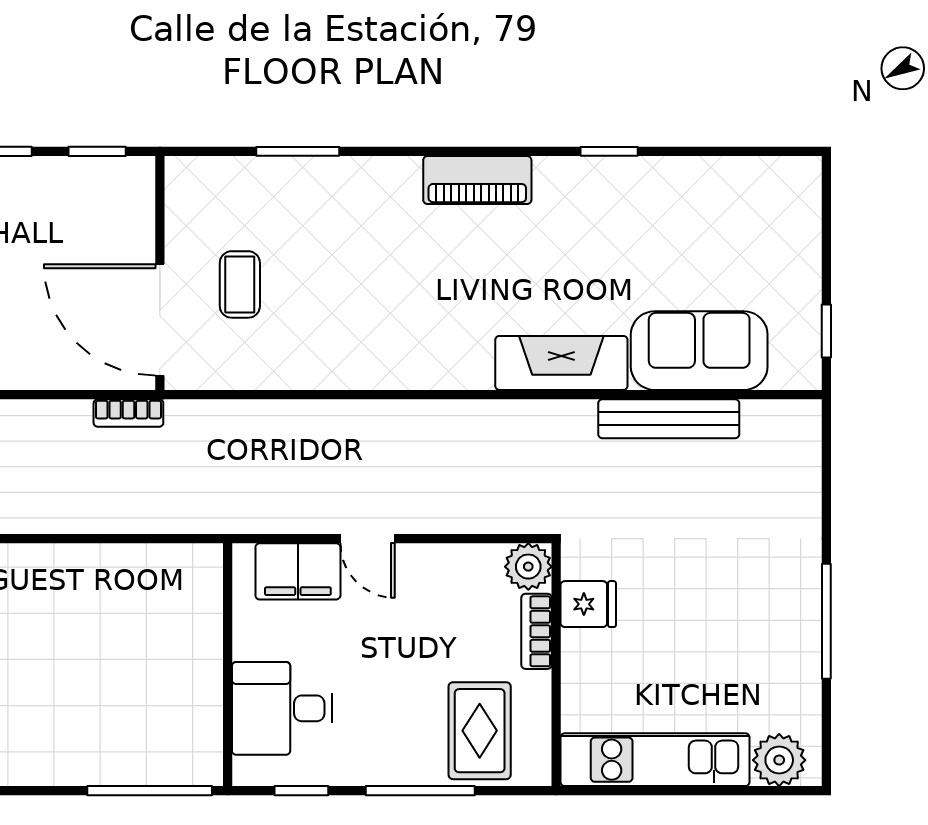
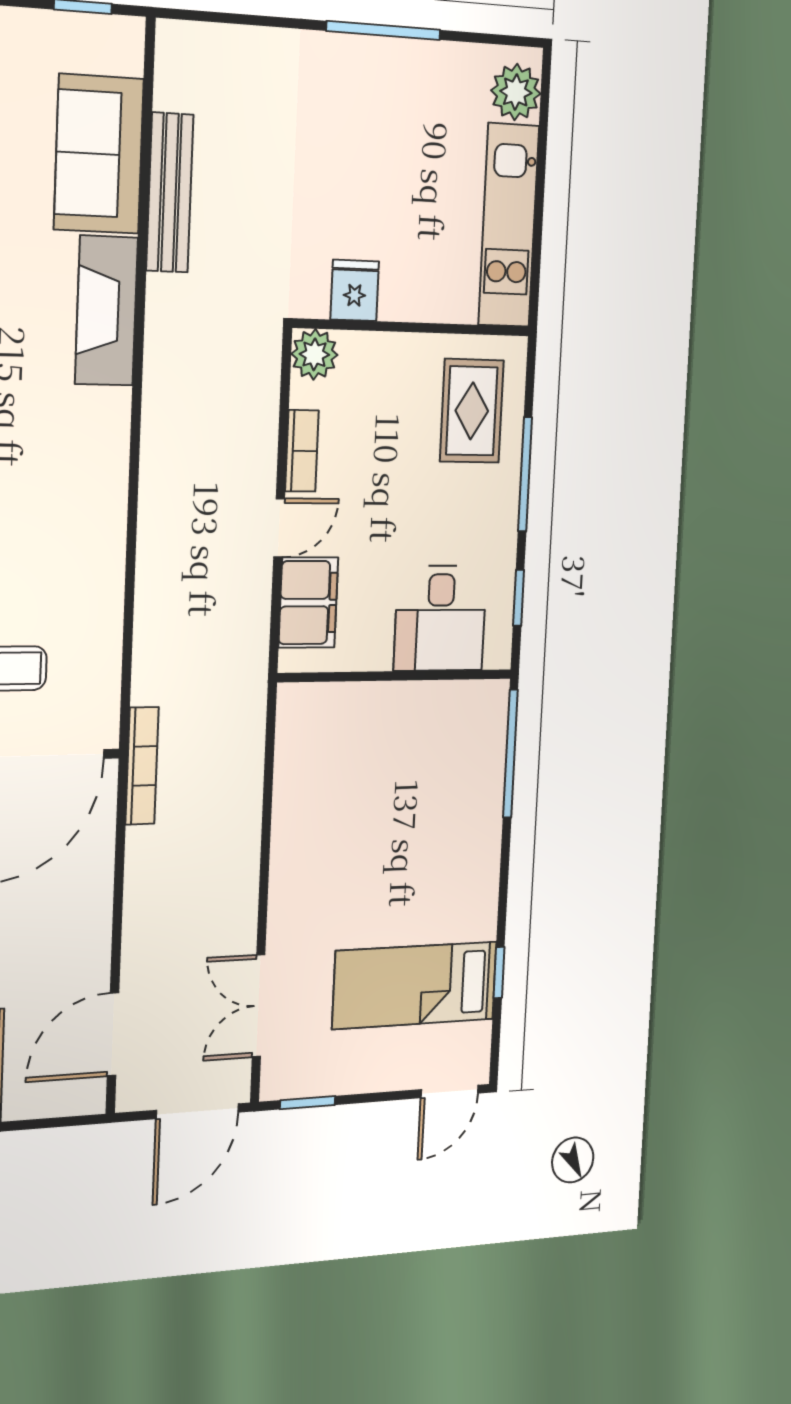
bookcase: (128, 413) -> (142, 766), width x1.56
bookcase: (537, 631) -> (302, 451), moved, turned -90
rug: (480, 731) -> (472, 411), turned 90

